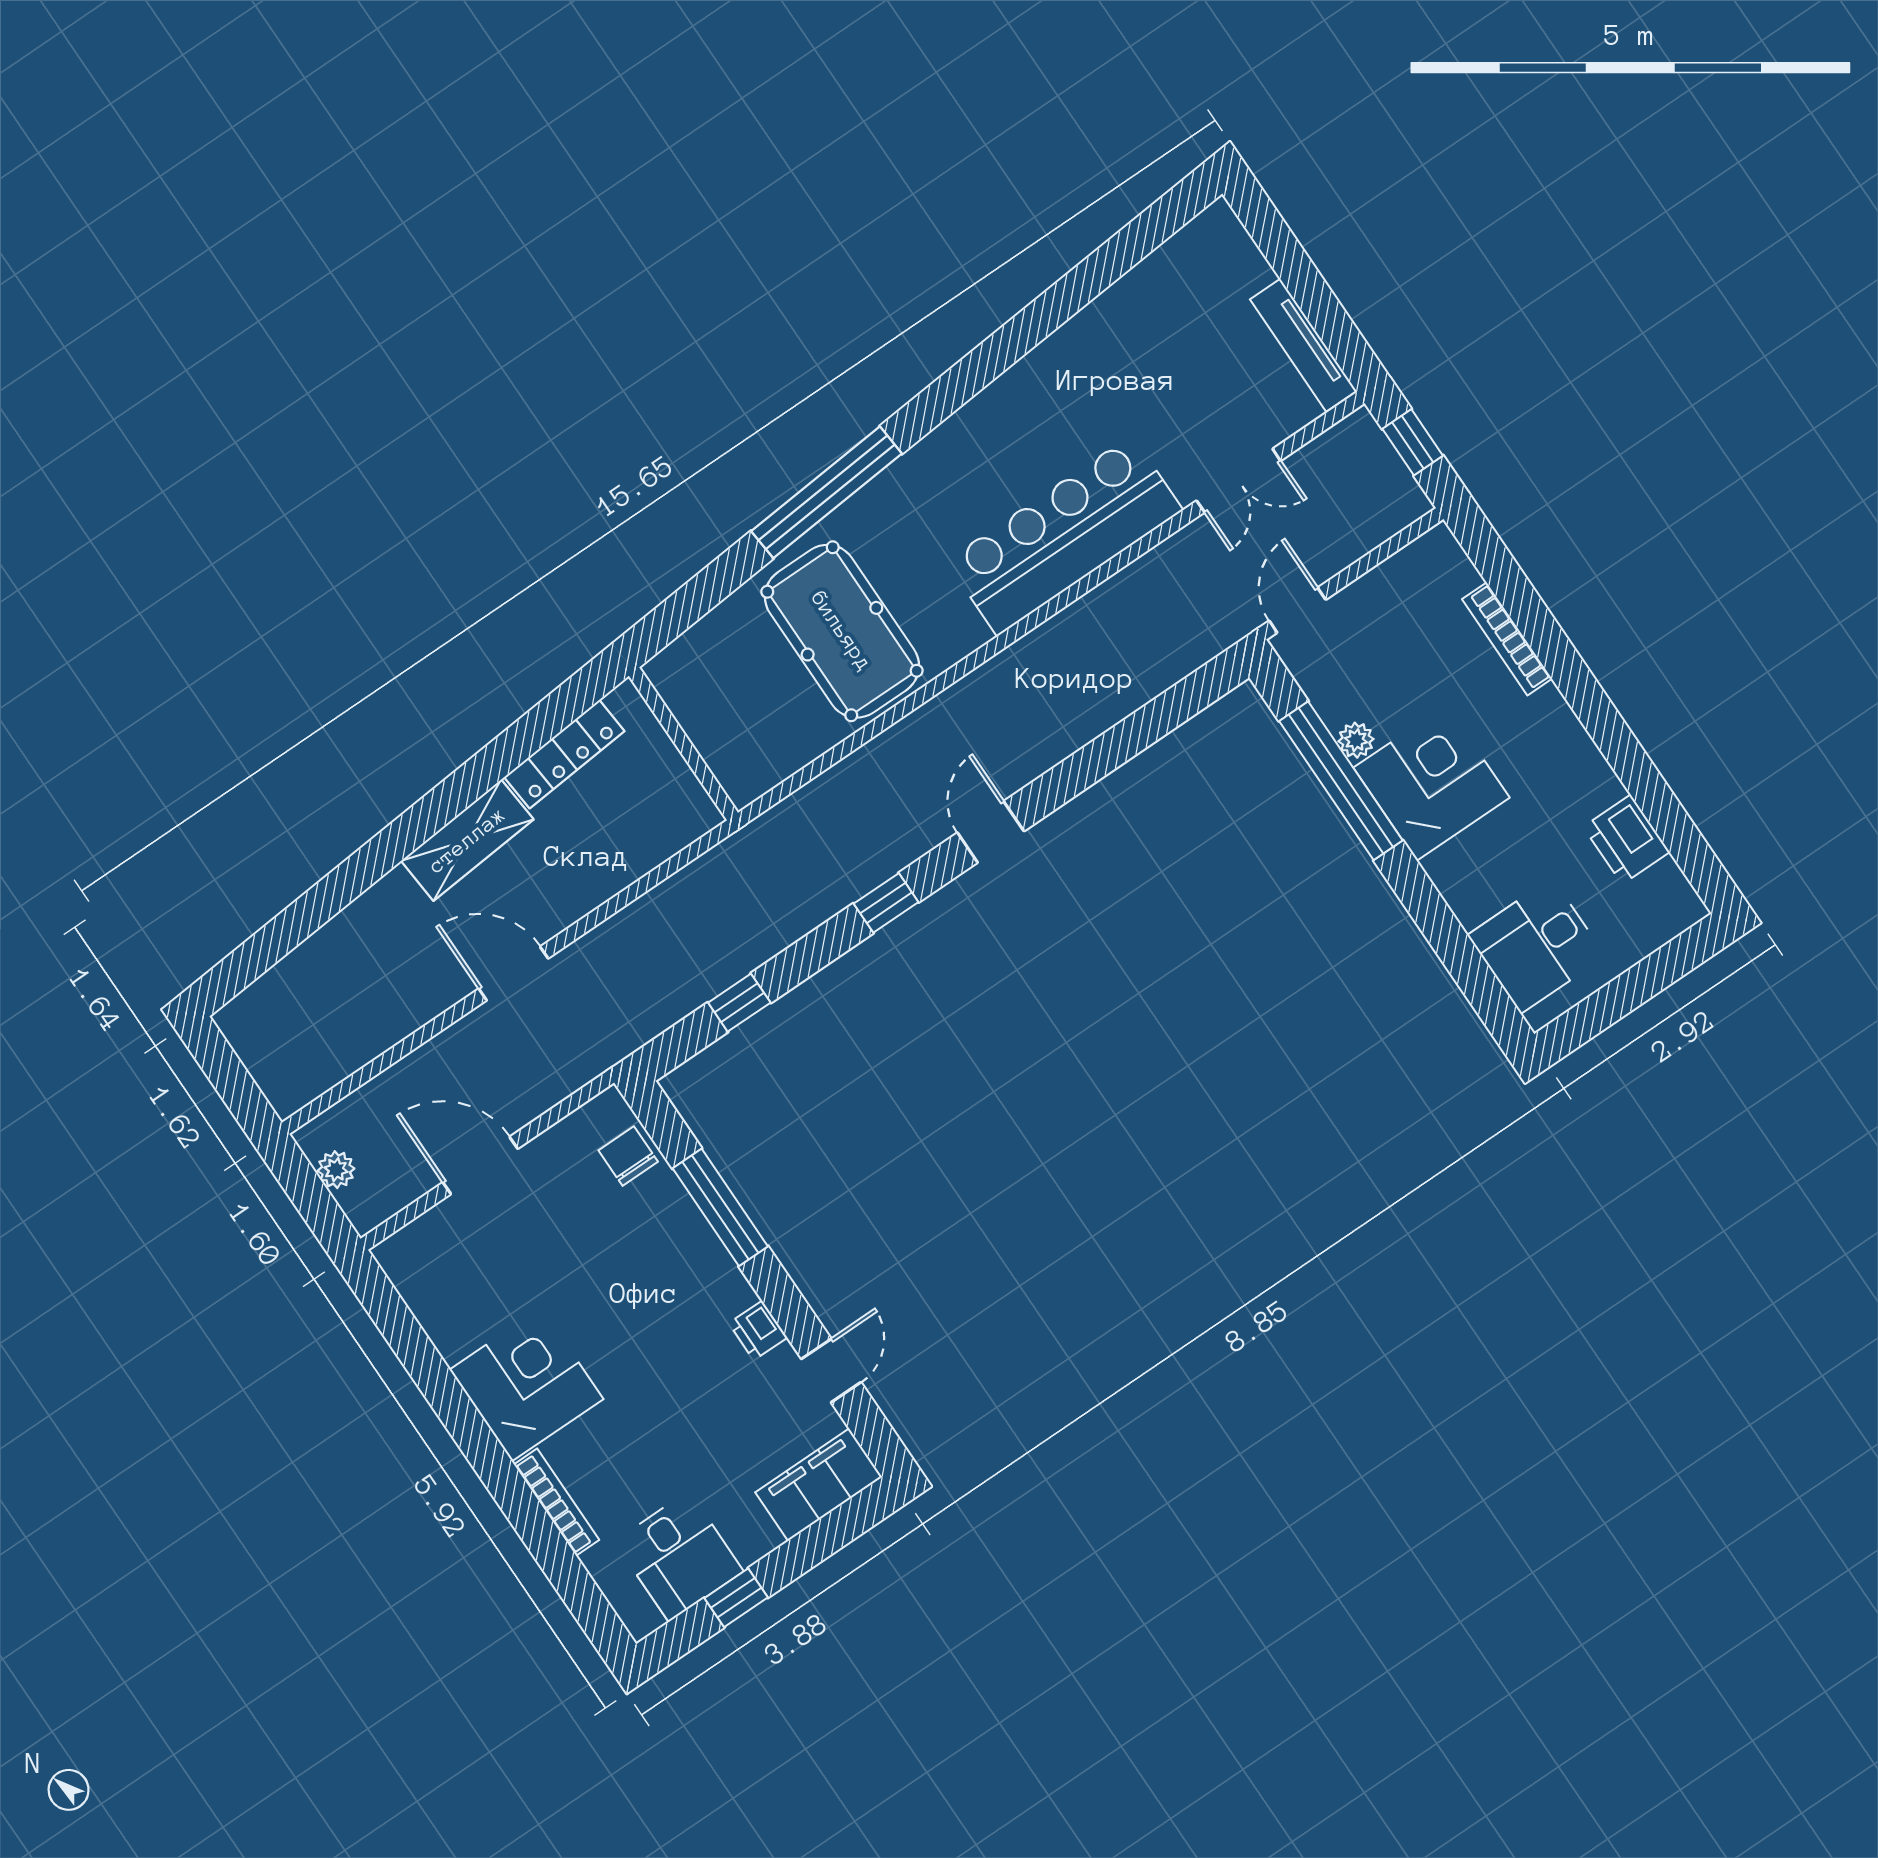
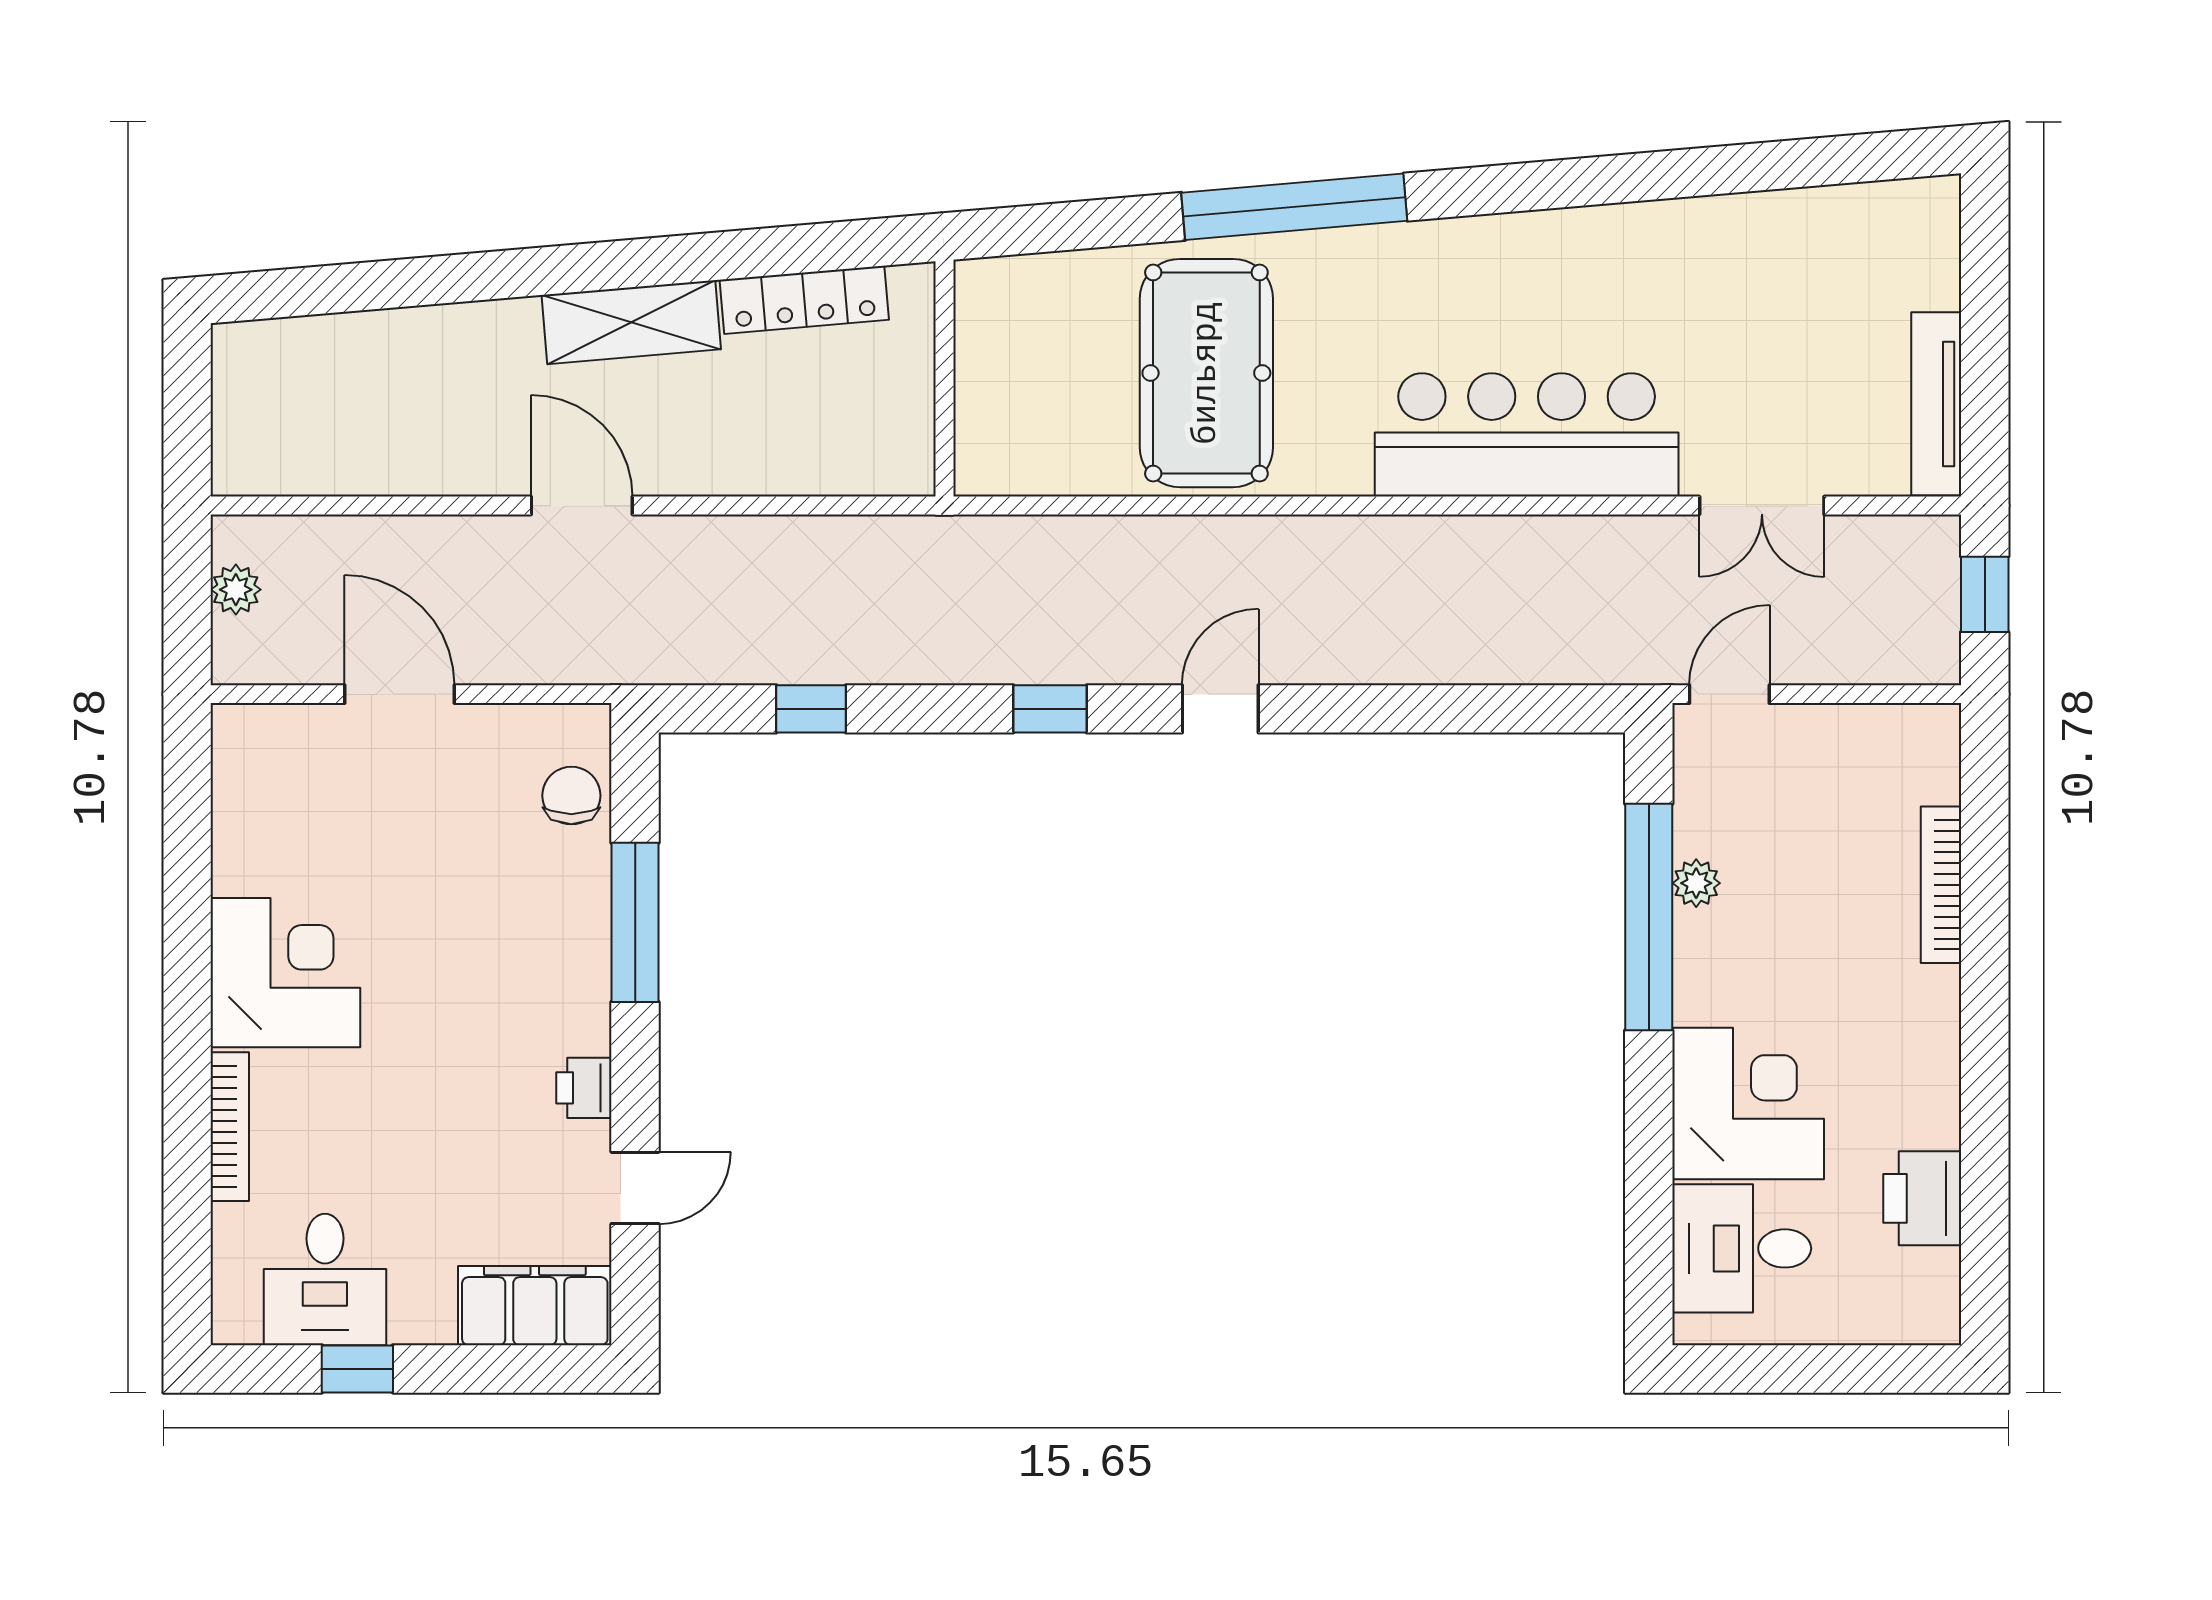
corner desk: (1432, 783) -> (1748, 1104), moved

